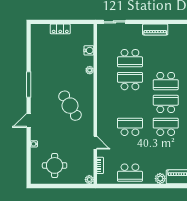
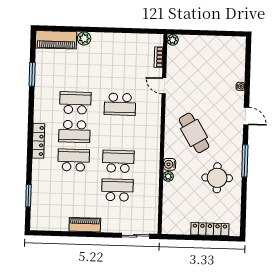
locker: (60, 29) -> (210, 229), width x1.53
water cooler: (89, 50) -> (170, 164), moved
school desk: (130, 81) -> (118, 161), turned 180
door: (29, 120) -> (246, 116), hinge flipped
school desk: (166, 127) -> (75, 103), turned 180
round table: (55, 165) -> (217, 178), moved
school desk: (130, 173) -> (122, 47), removed

